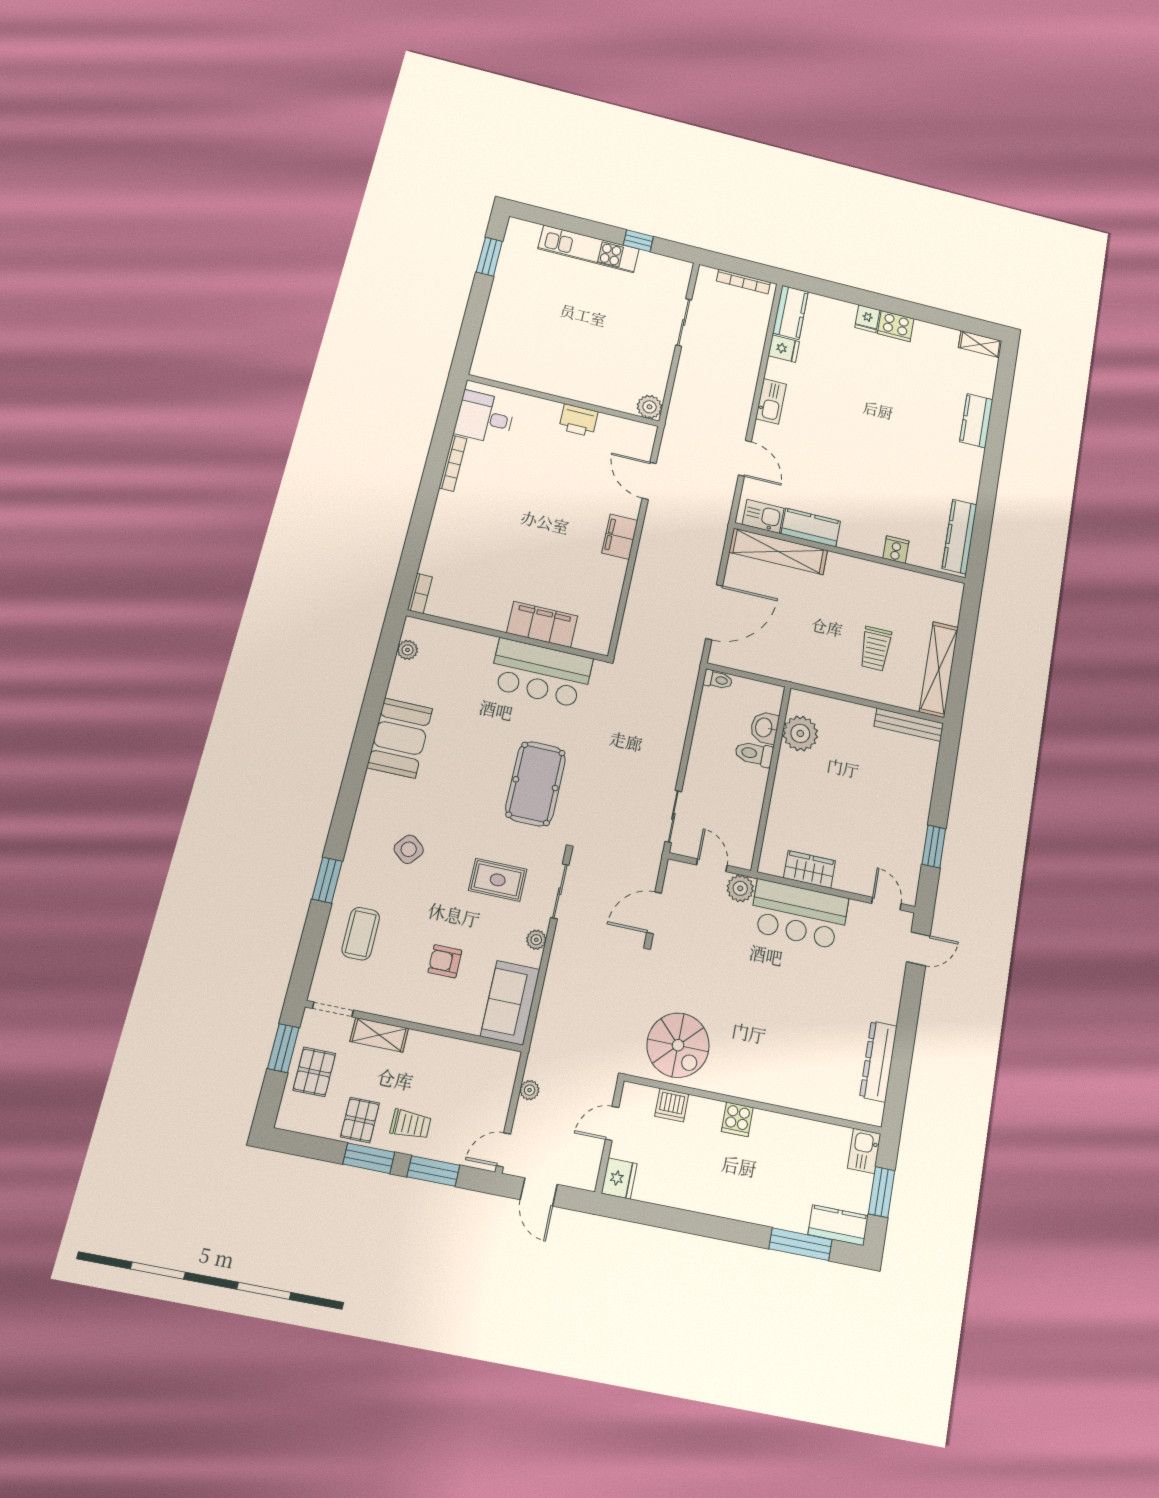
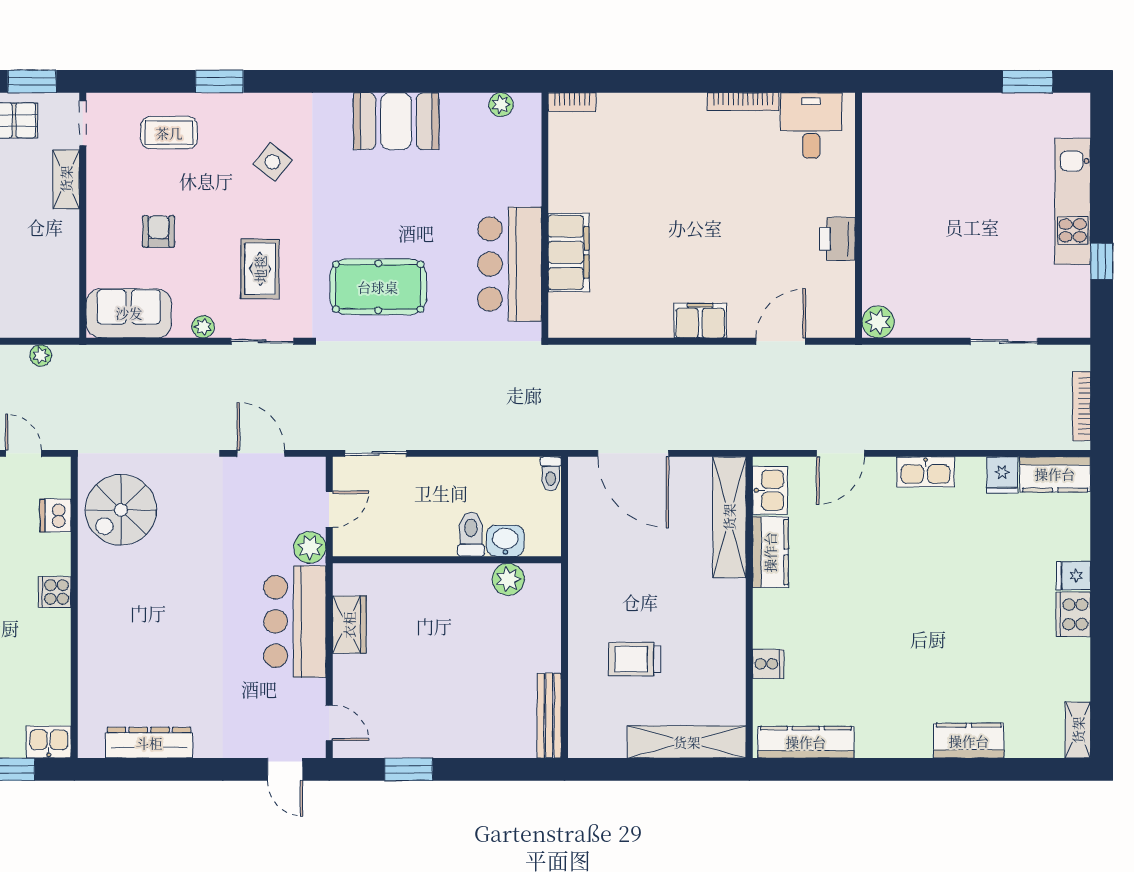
shelving: (939, 669) -> (687, 742), moved
plant: (800, 733) -> (508, 579), width x0.73, depth x0.73
door: (886, 904) -> (329, 723), hinge flipped

